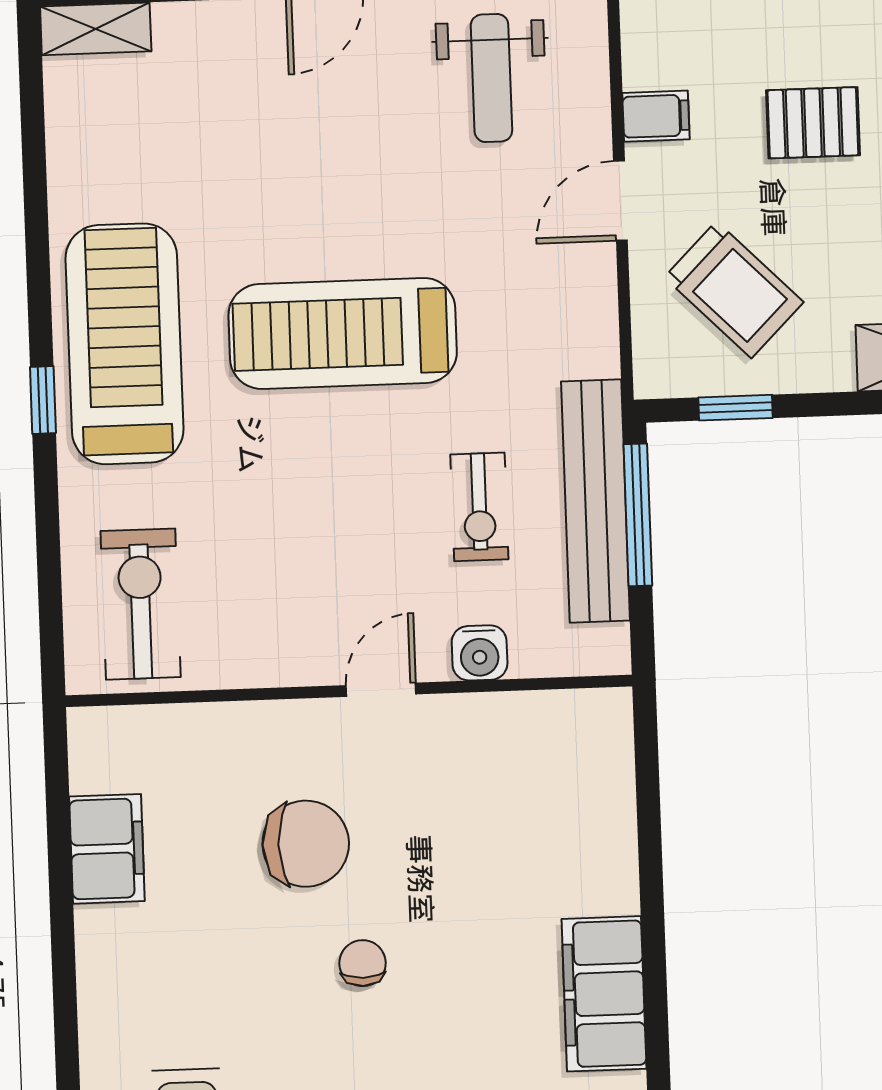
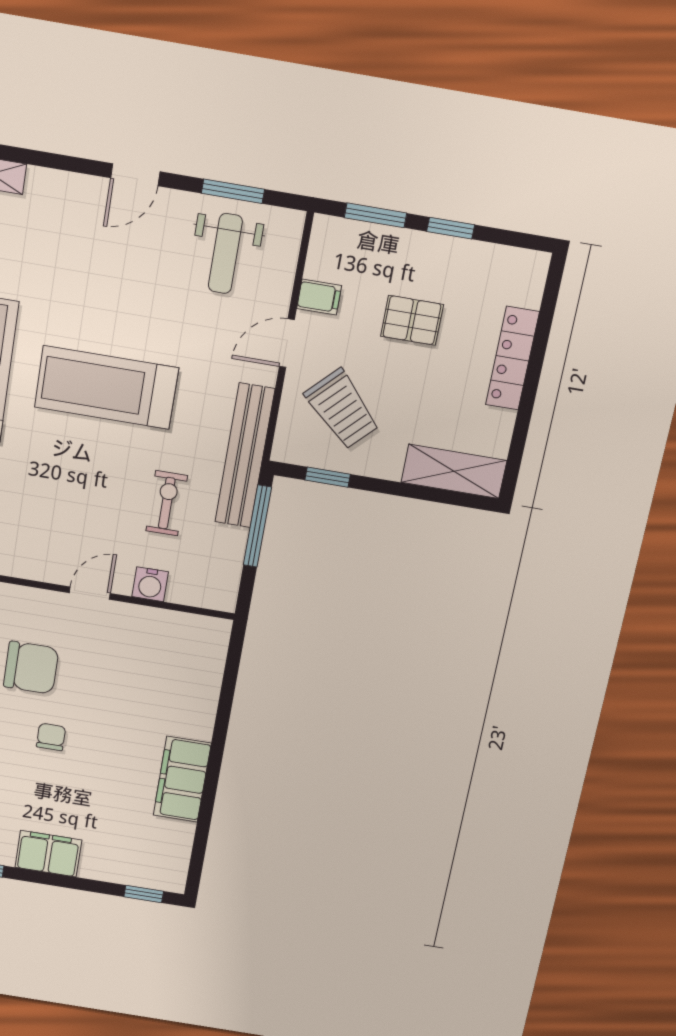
bench: (596, 501) -> (245, 456), moved
exercise bike: (479, 507) -> (167, 503), turned 180

